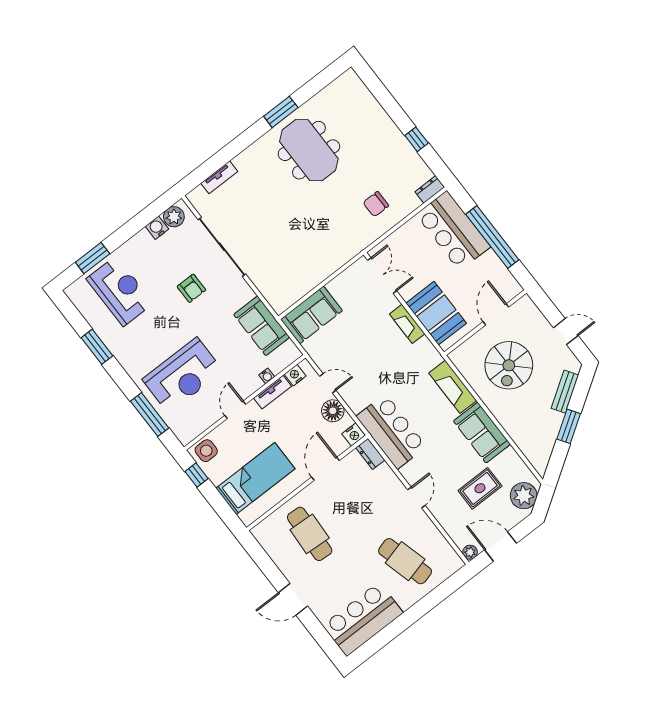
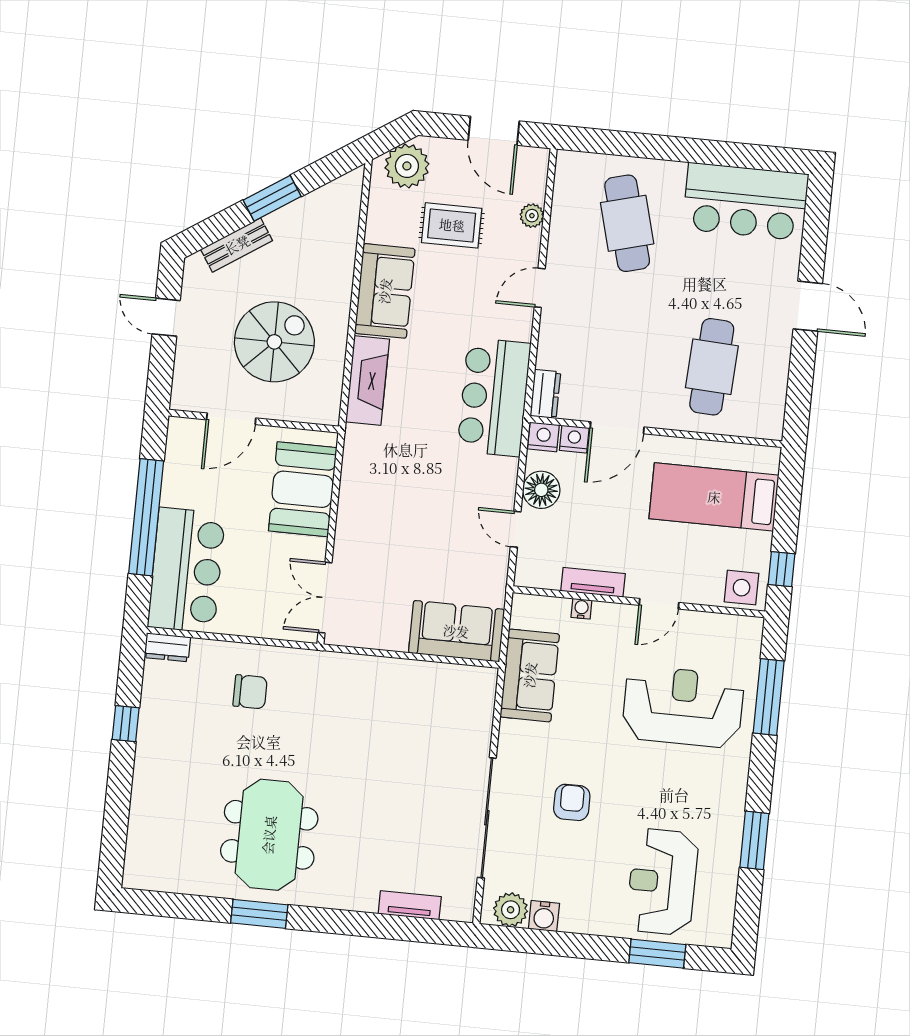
fireplace: (407, 324) -> (350, 510), removed
nightstand: (295, 375) -> (574, 439), moved, turned 180
plant: (470, 552) -> (532, 216), moved

